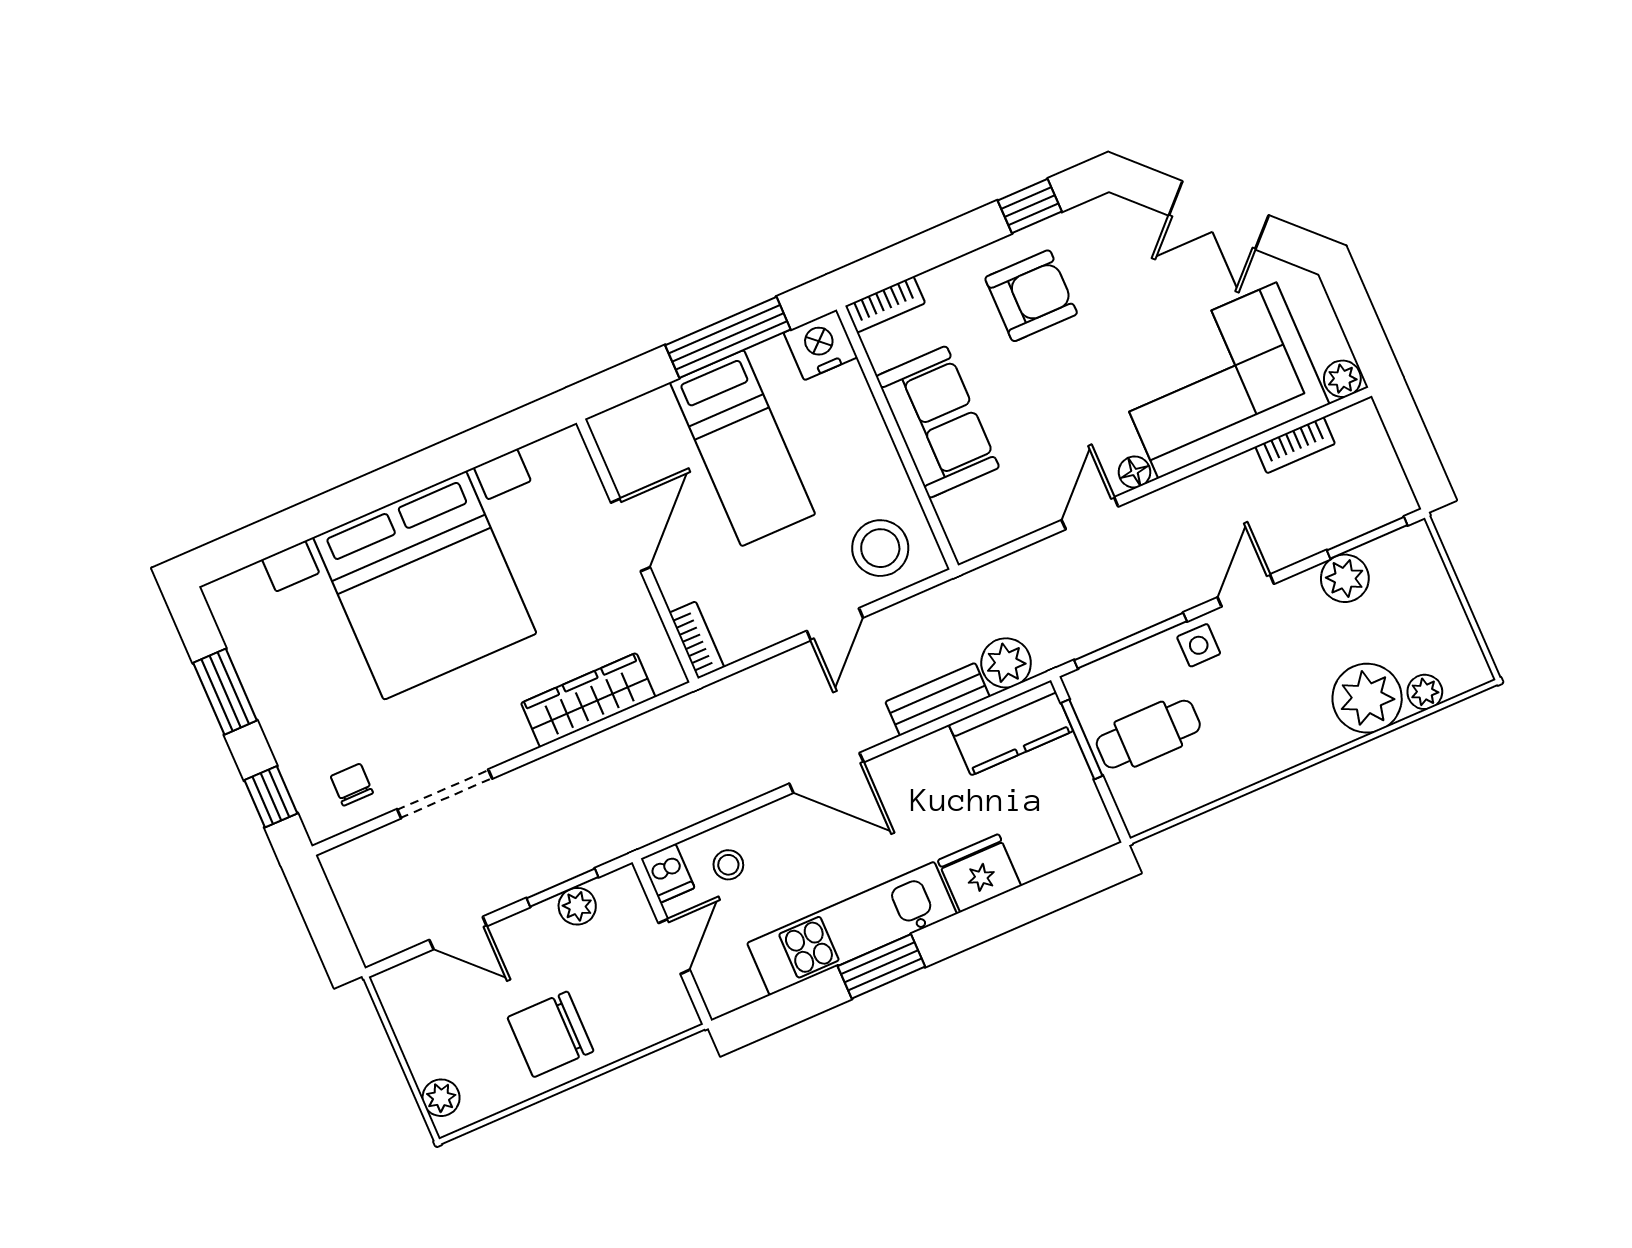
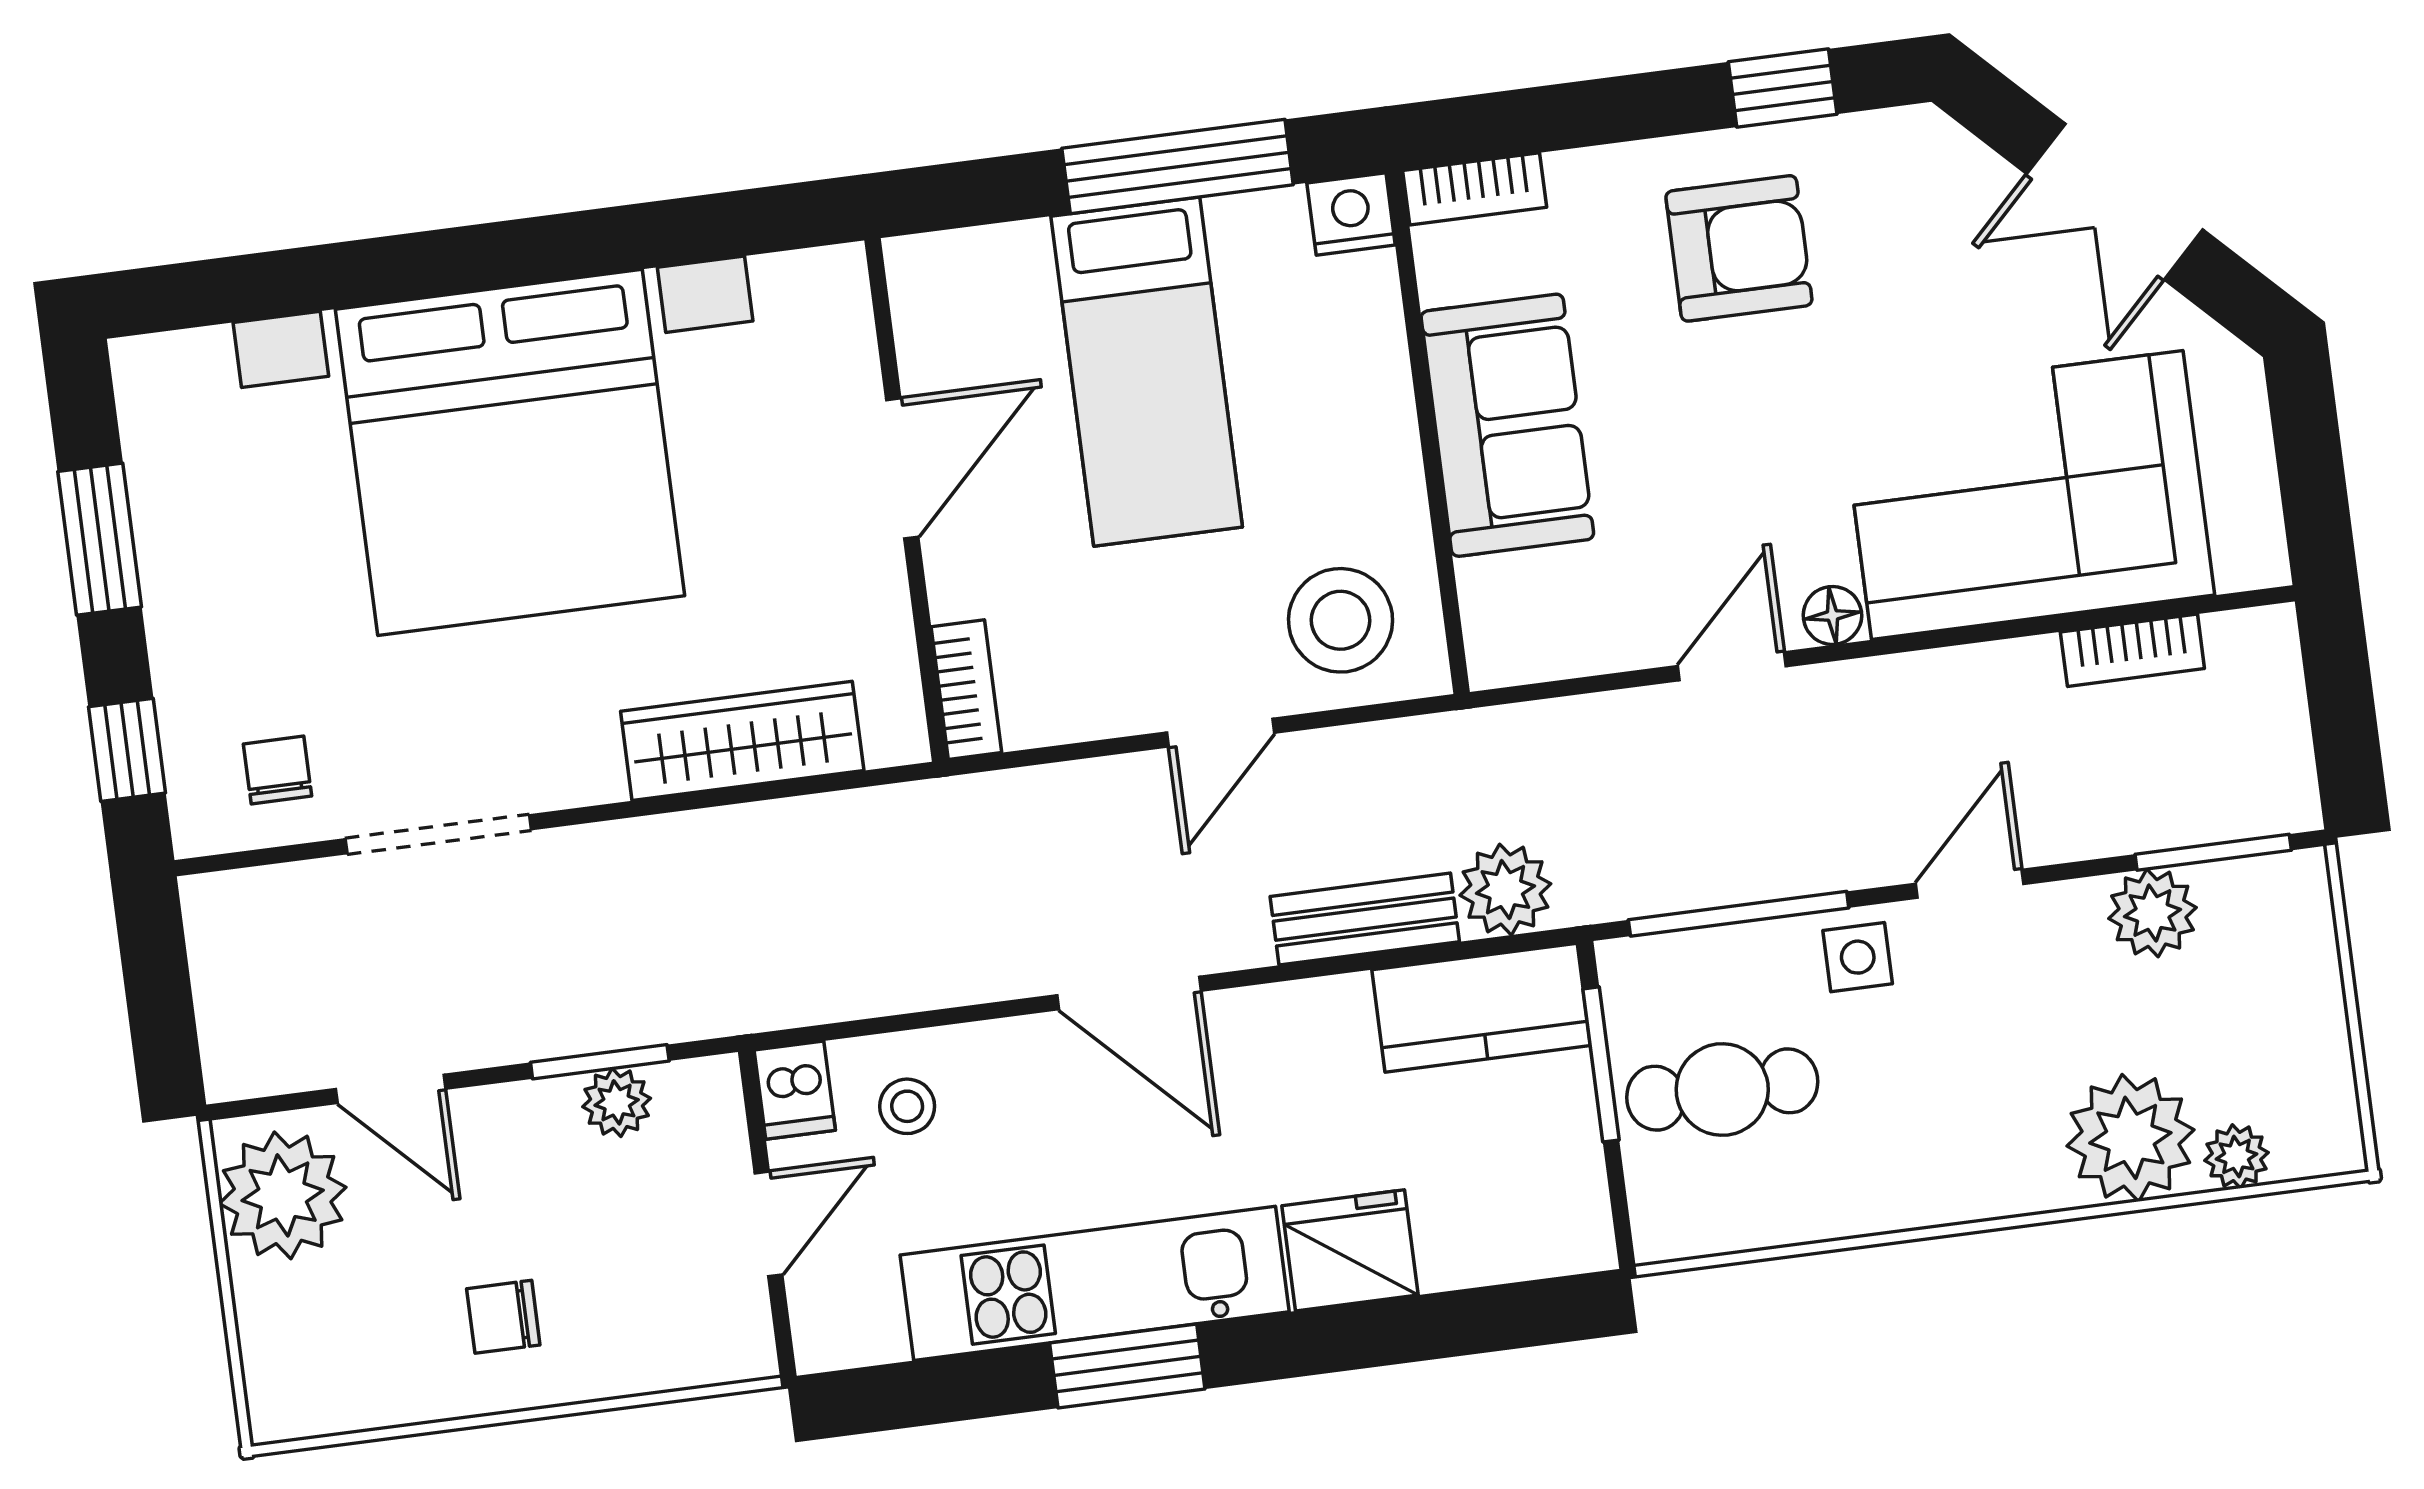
nightstand: (820, 345) -> (1351, 214), width x0.74, depth x0.75
plant: (1342, 379) -> (2251, 556), removed
chair: (551, 1034) -> (503, 1317), width x0.54, depth x0.54
plant: (441, 1098) -> (283, 1195), moved, width x1.88, depth x1.88

